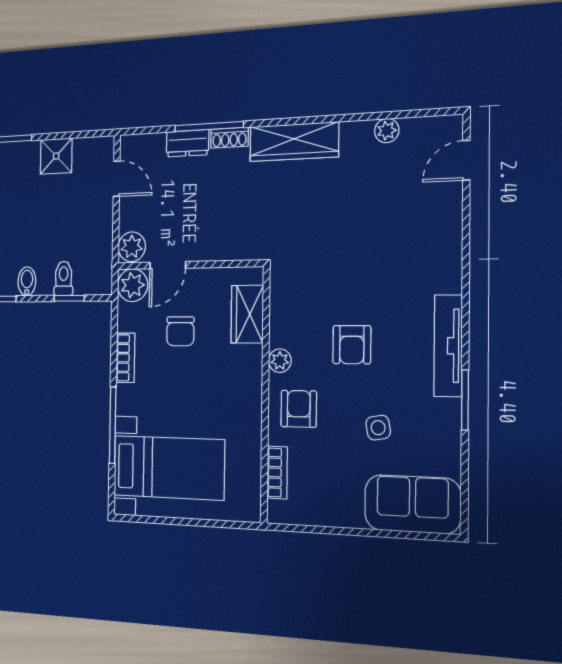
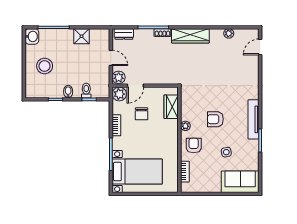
dresser: (188, 143) -> (124, 34), moved
door: (117, 179) -> (111, 58), moved
armchair: (352, 345) -> (215, 119), turned 90

